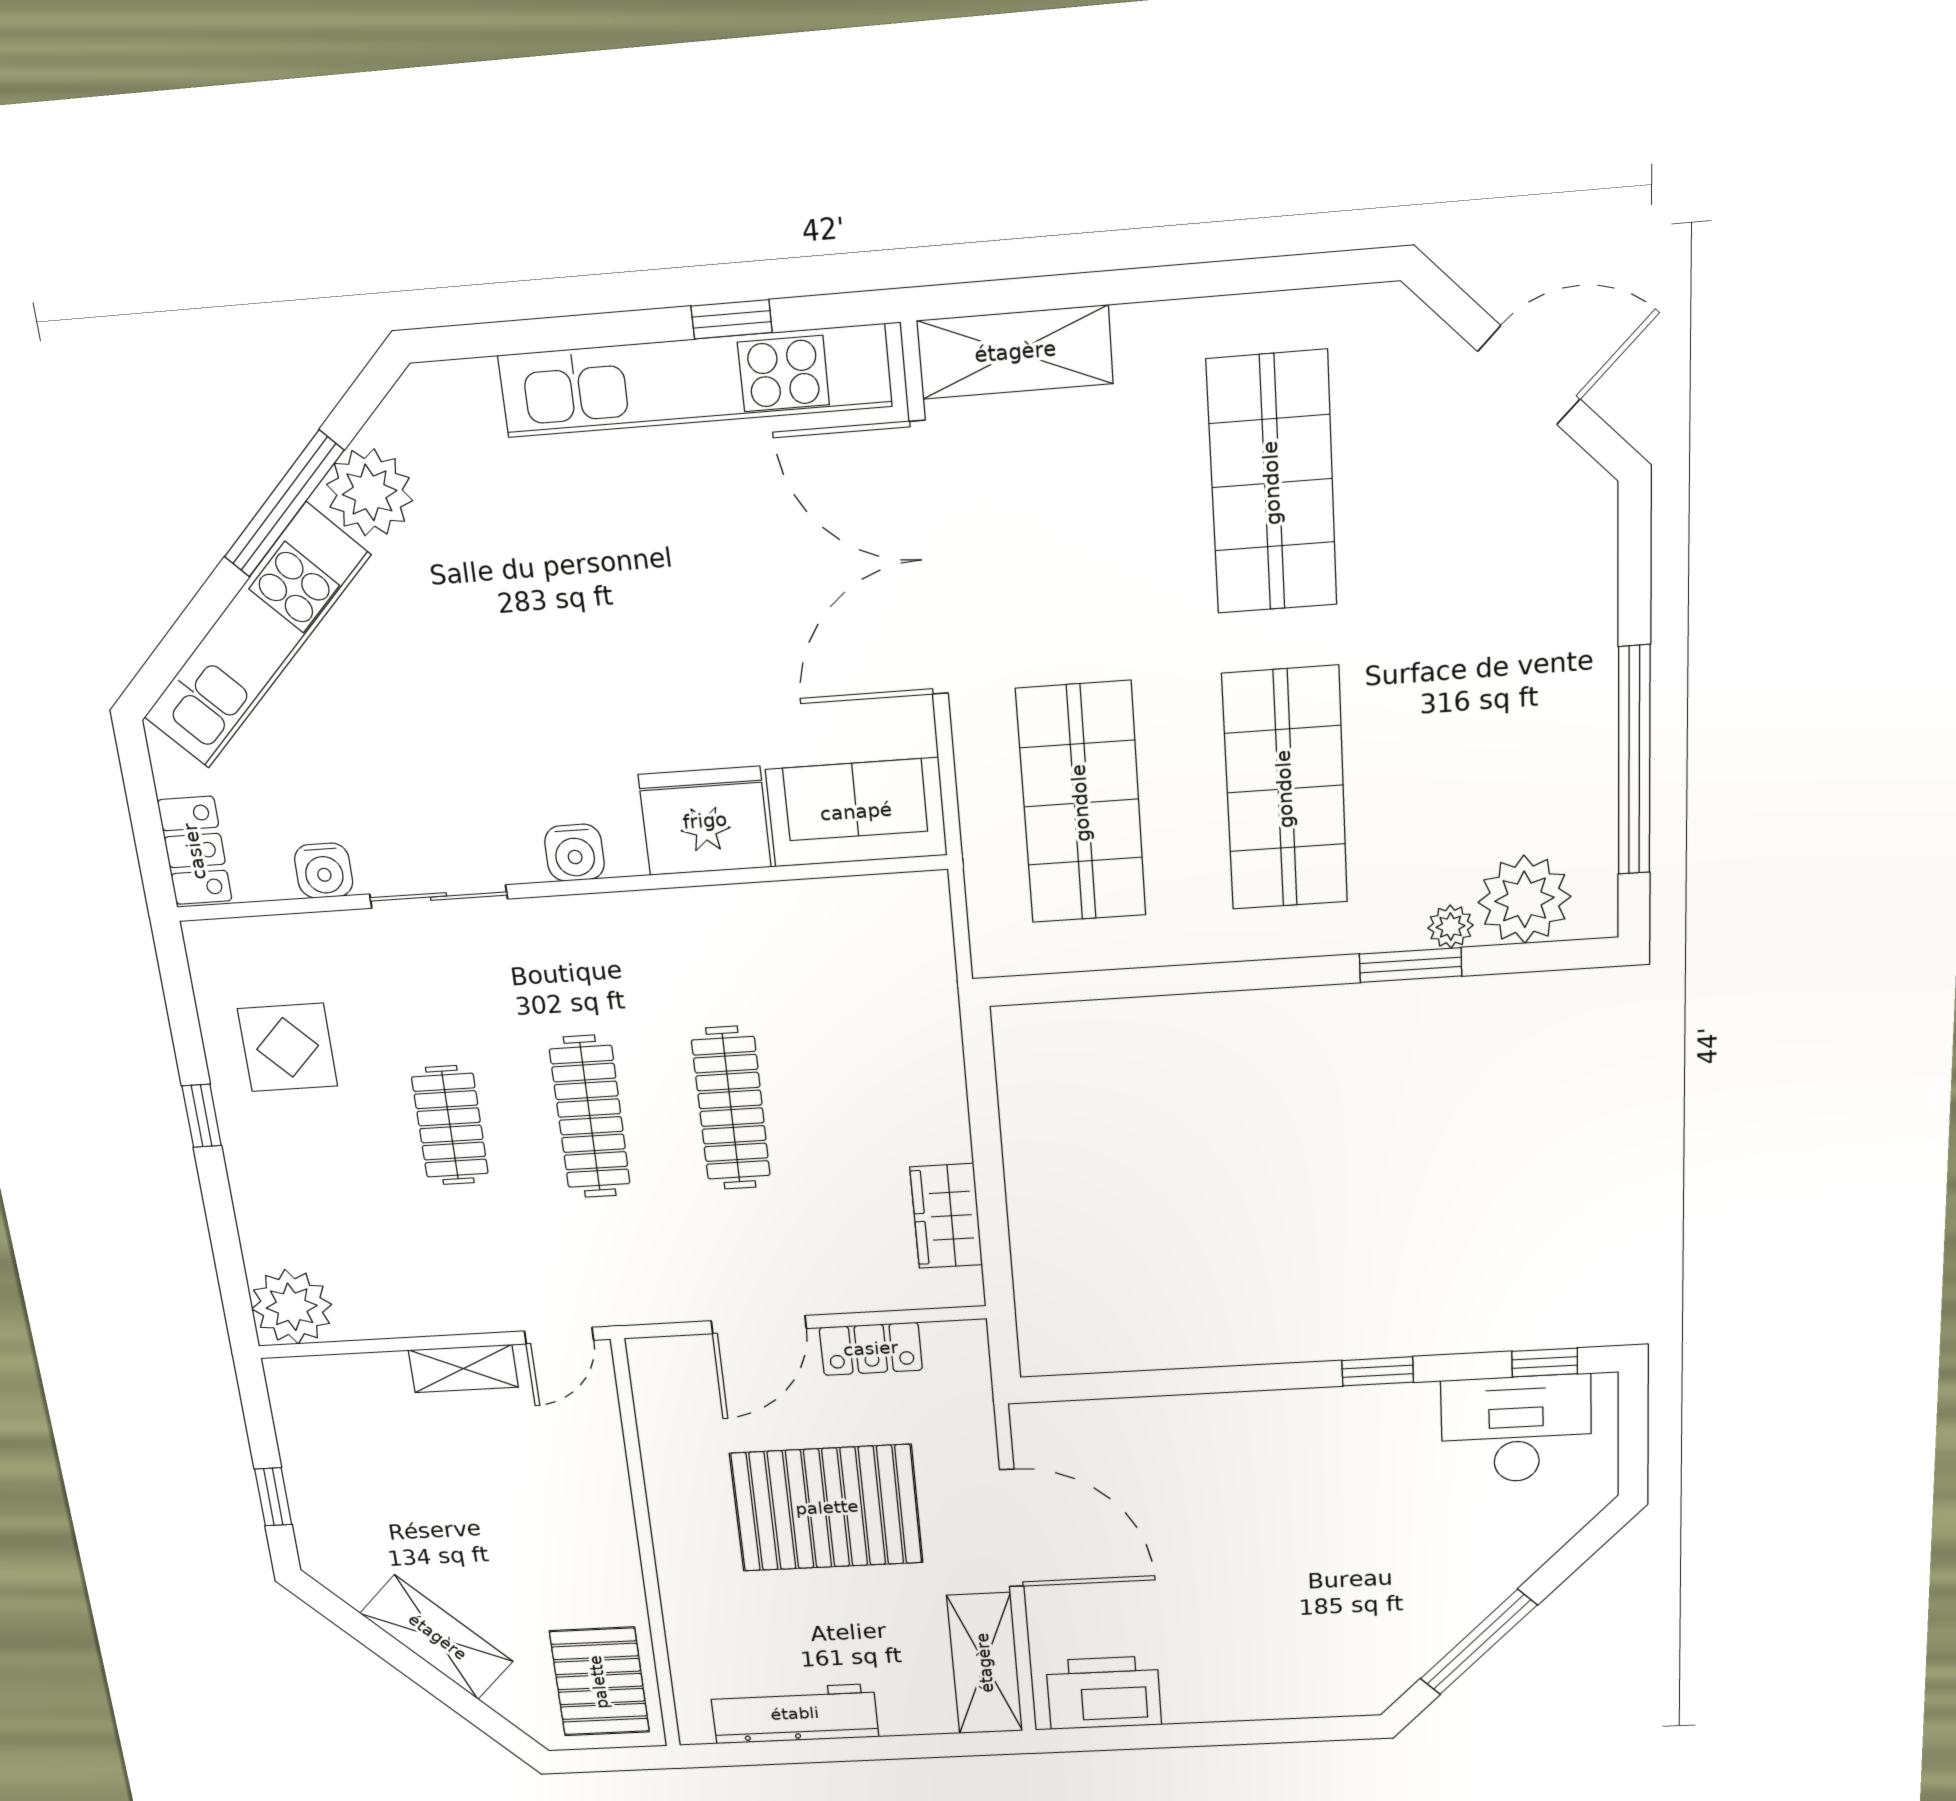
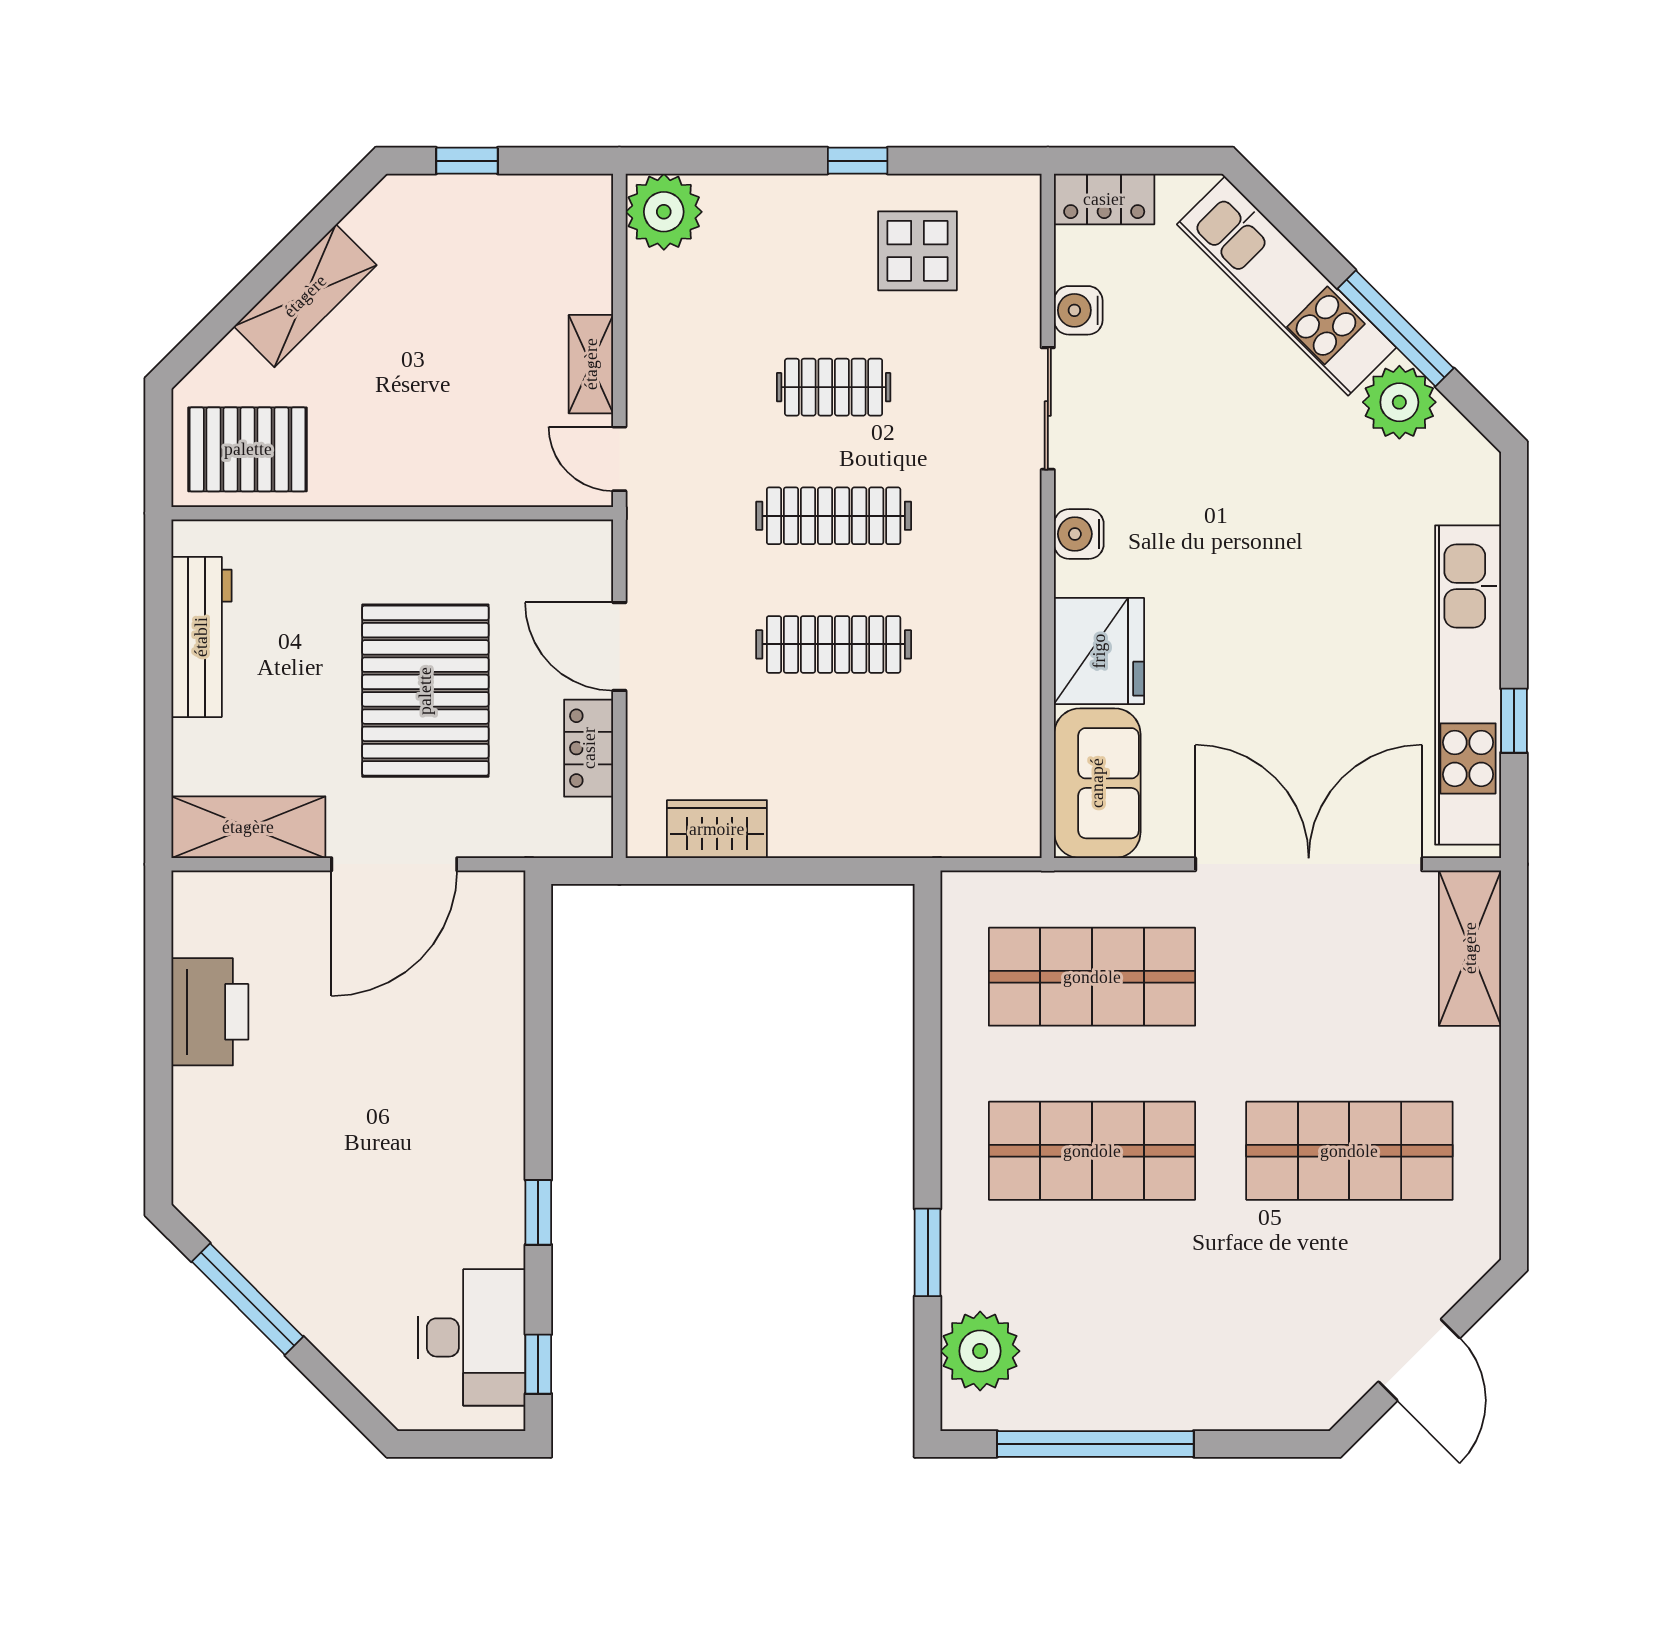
plant: (1451, 927) -> (960, 1288), removed
printer: (1104, 1693) -> (210, 1012), moved

